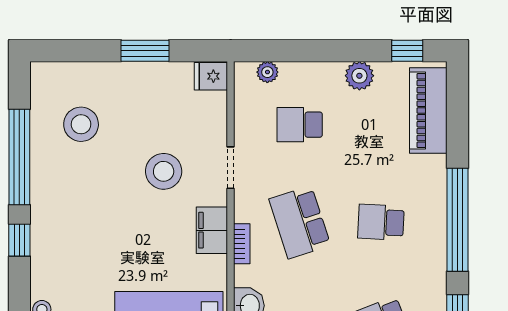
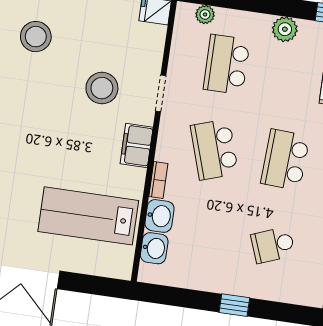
school desk: (300, 125) -> (227, 64), width x1.85
school desk: (381, 222) -> (285, 160), width x1.85
bookcase: (242, 244) -> (158, 180), moved

